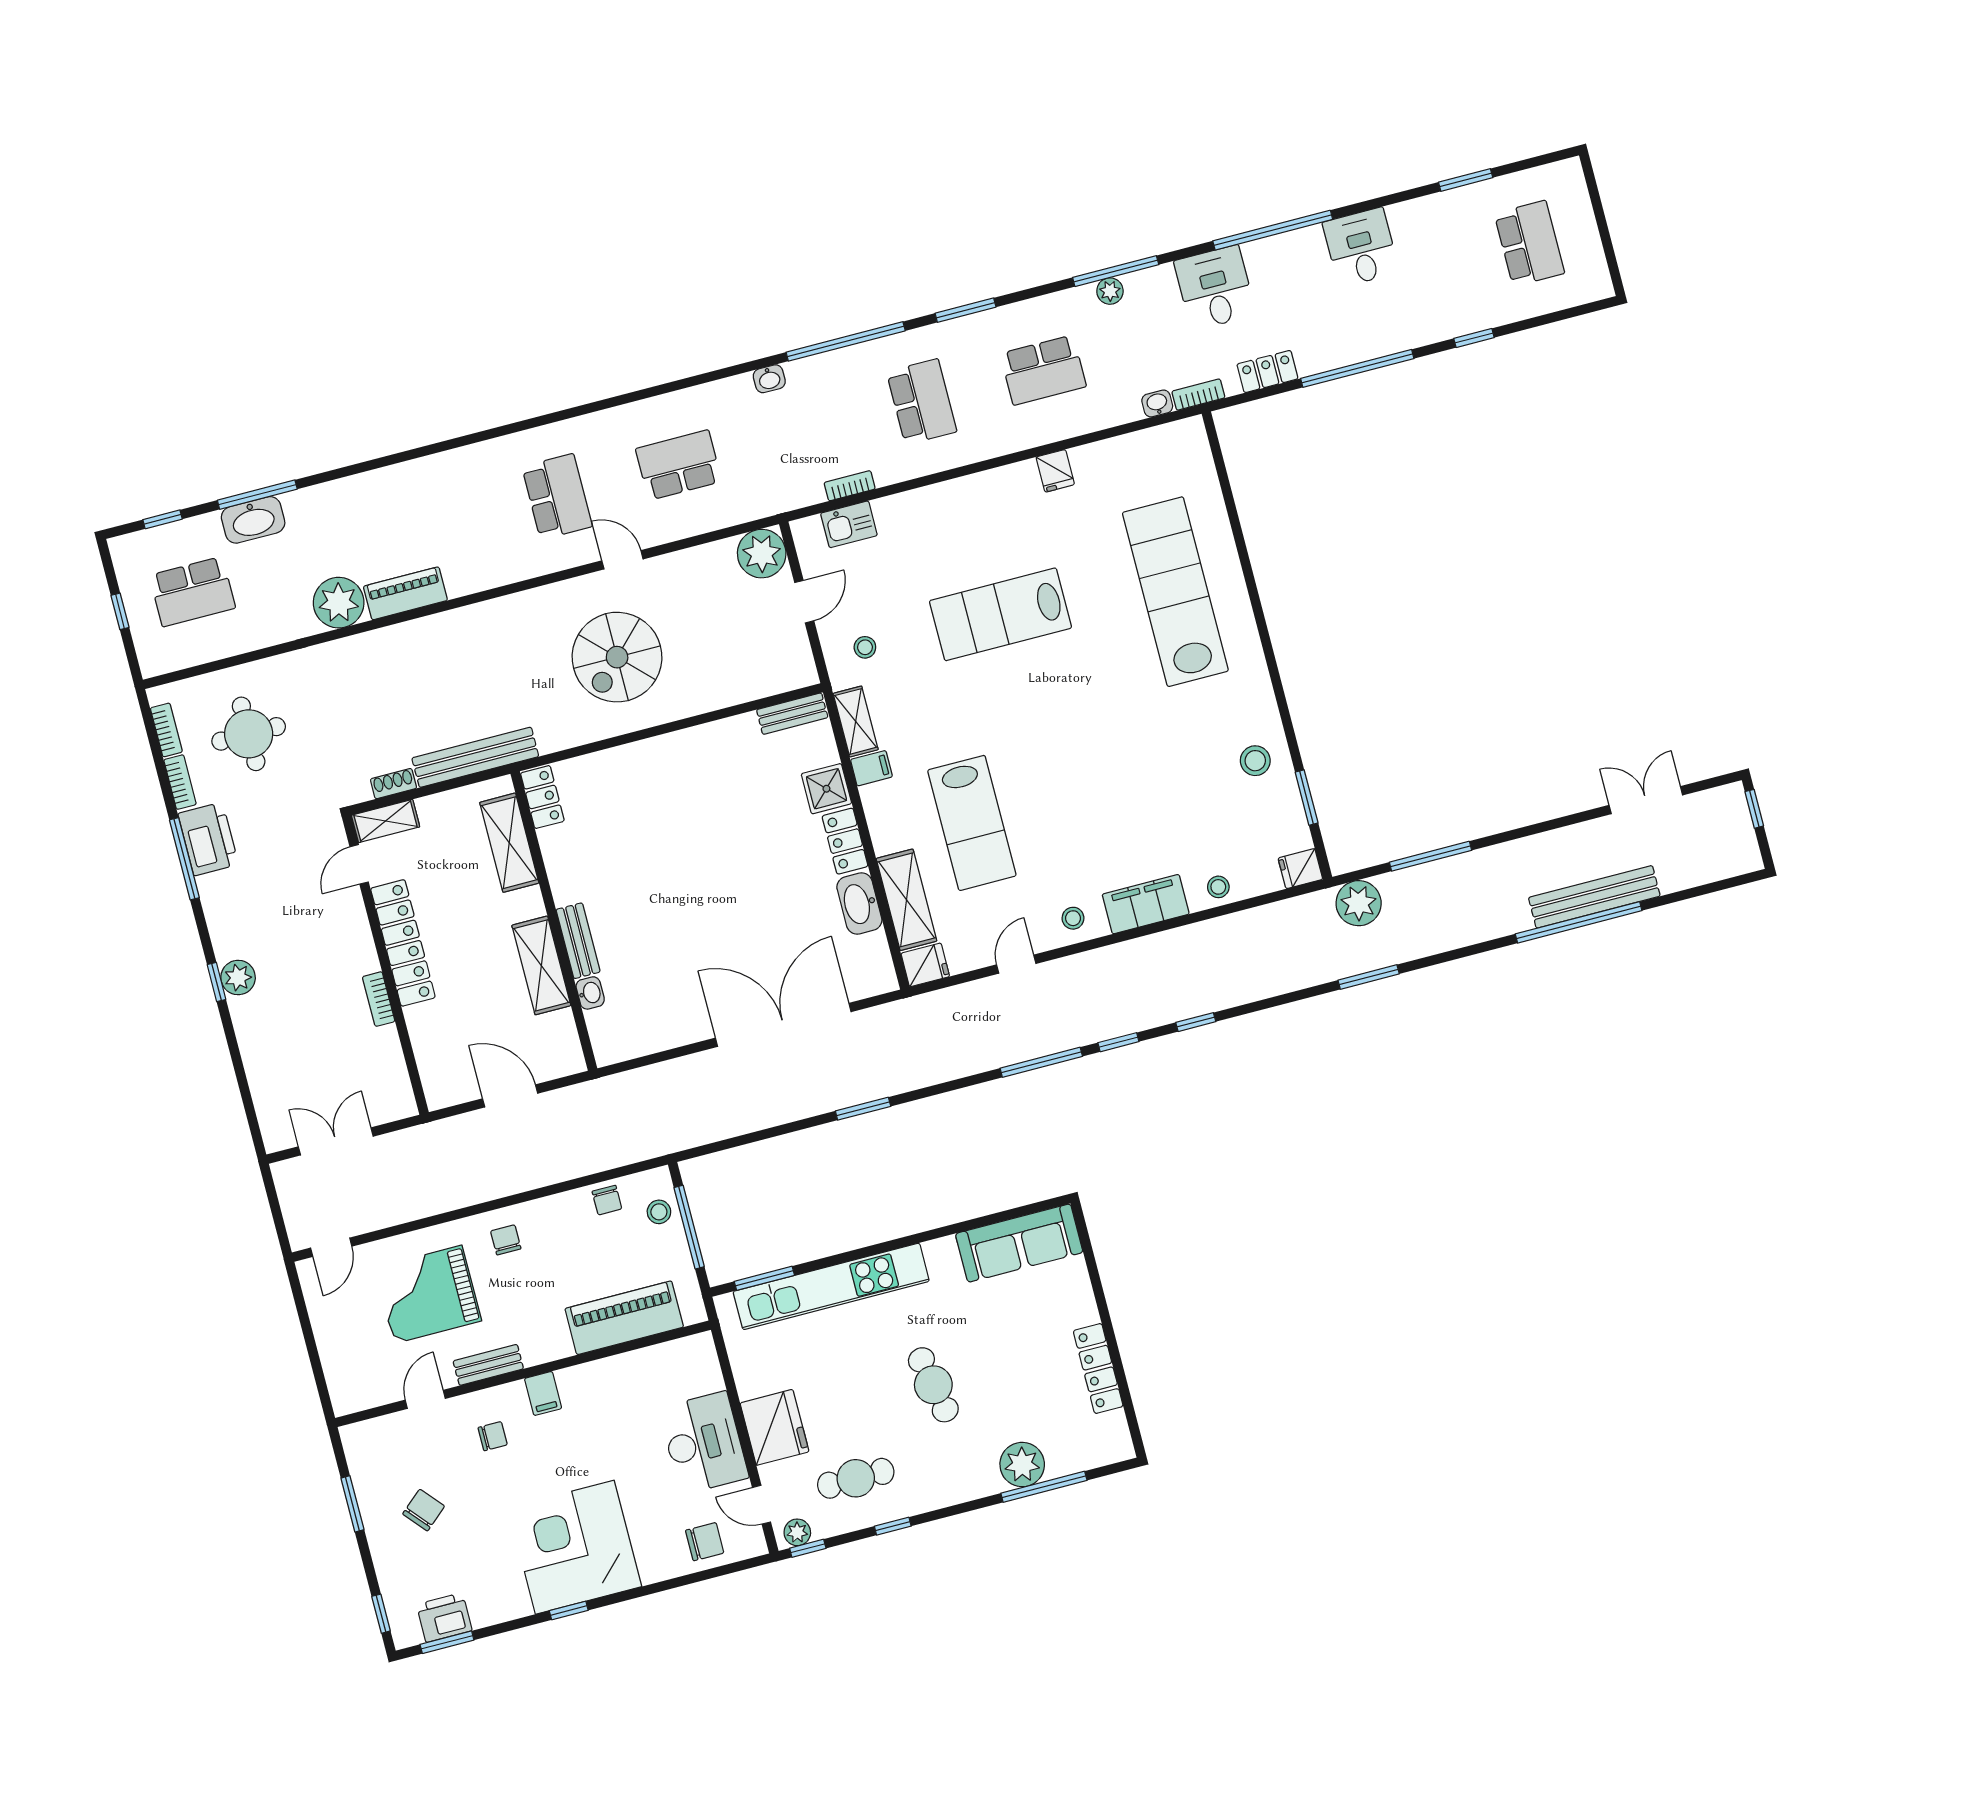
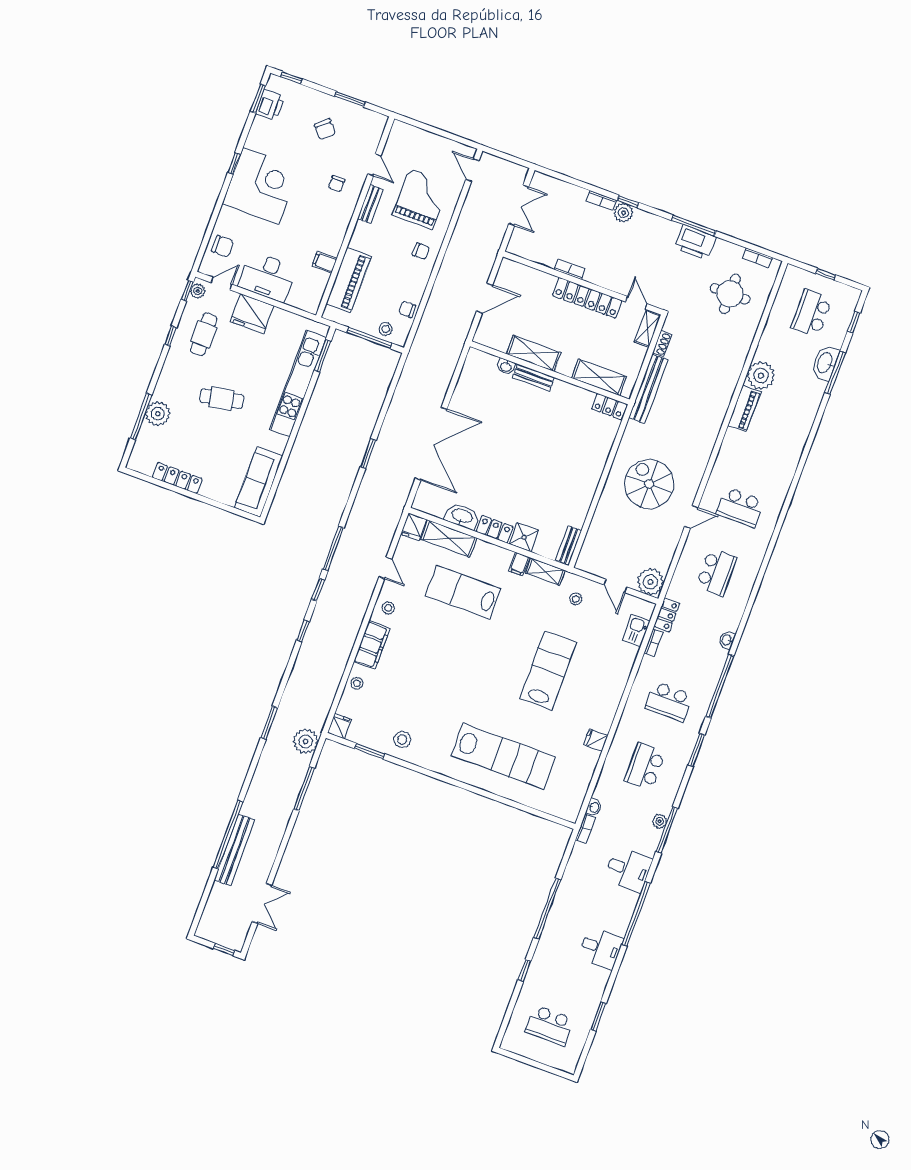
locker: (1267, 371) -> (667, 615), moved
bookcase: (180, 782) -> (601, 200), moved
filing cabinet: (543, 1393) -> (324, 262), moved
chair: (705, 1542) -> (223, 246), turned -90

